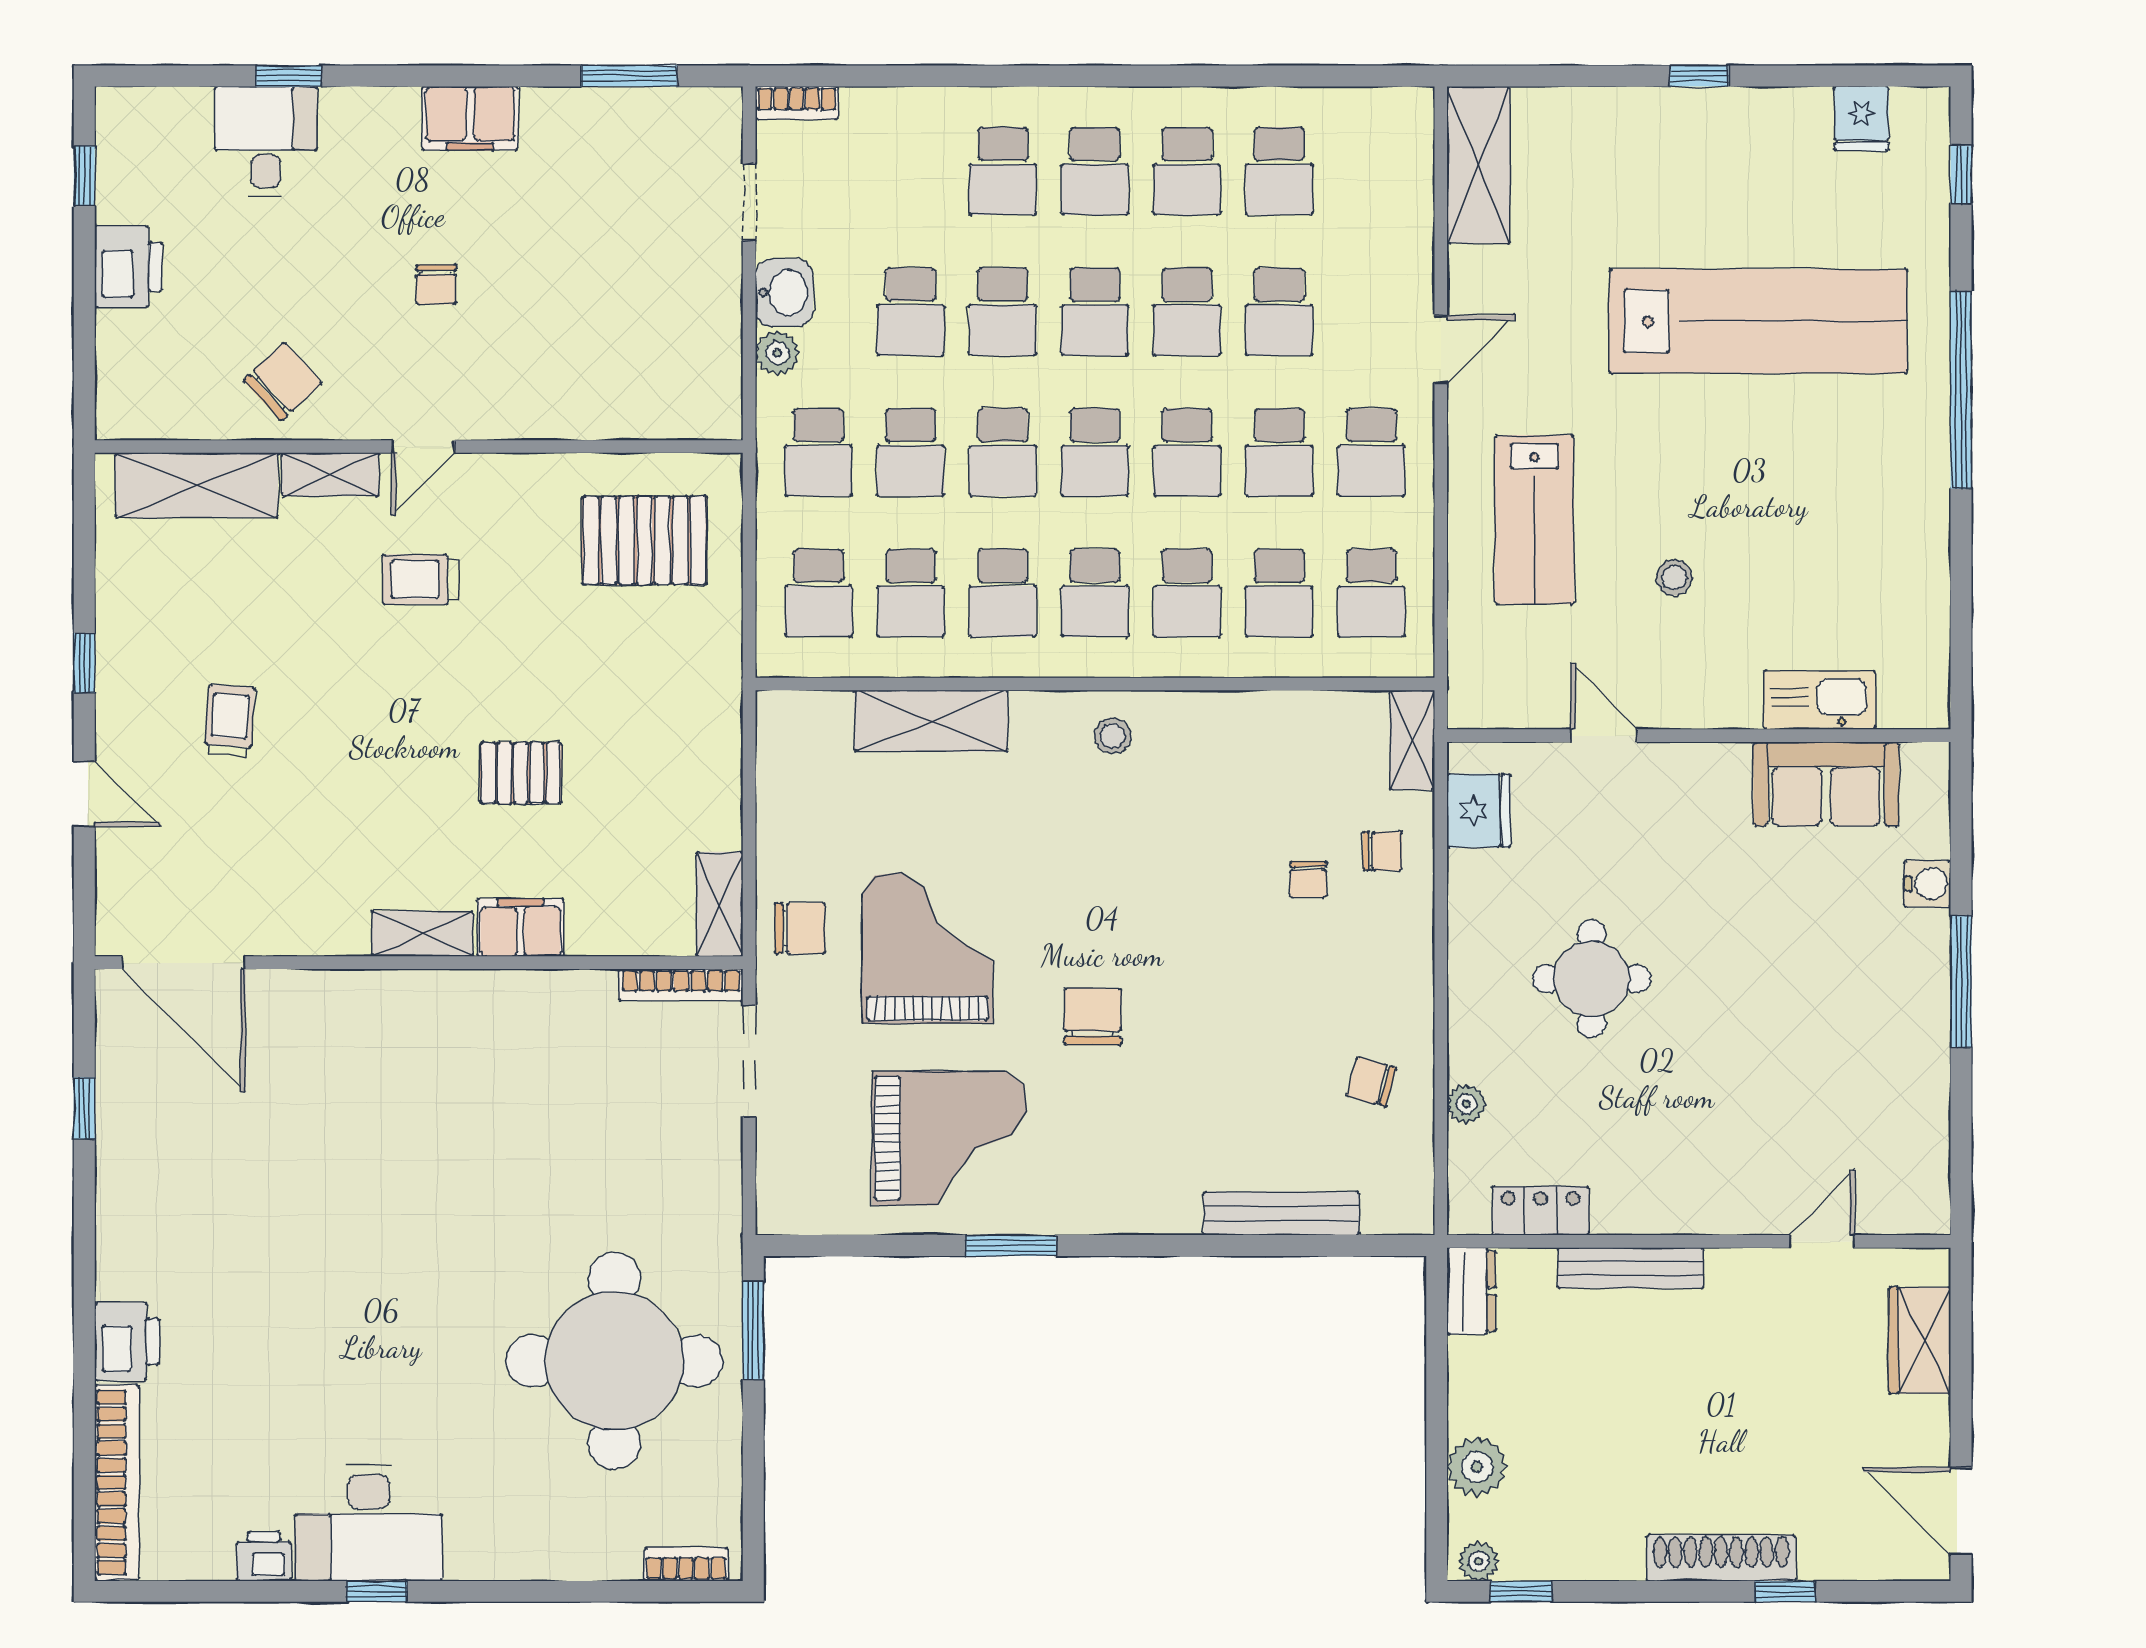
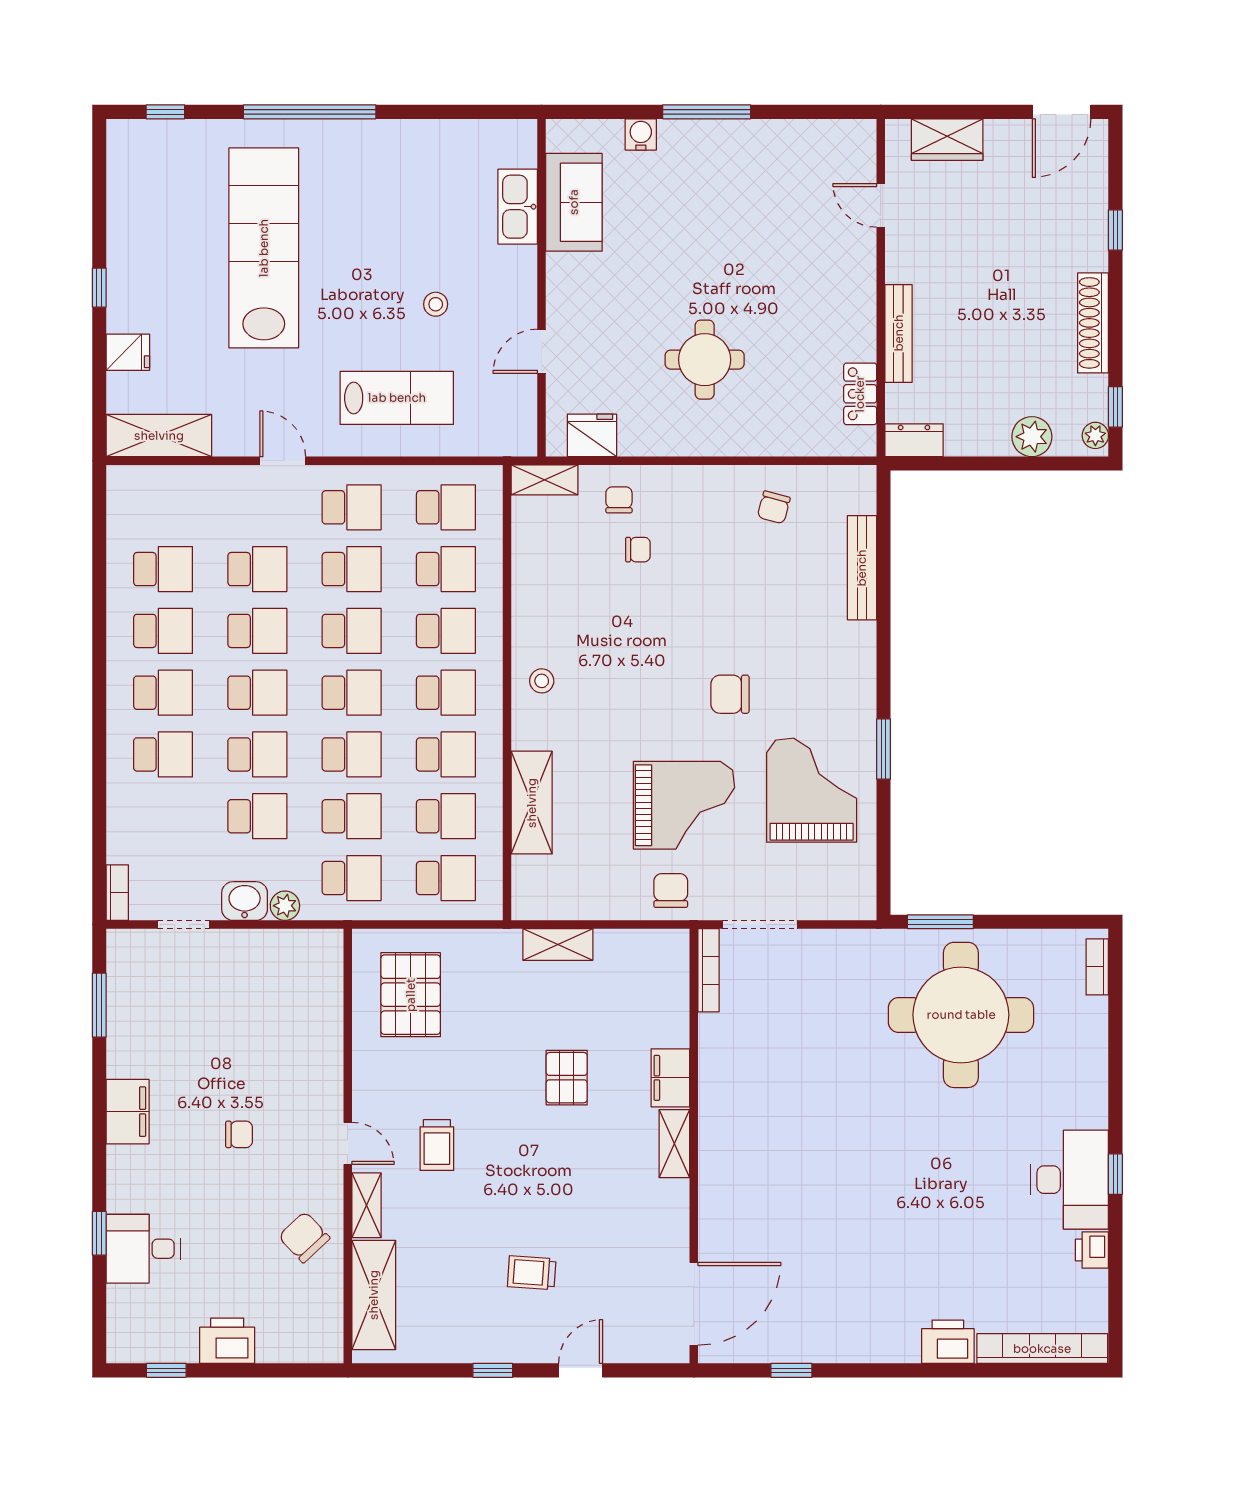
fridge: (1861, 119) -> (128, 352), moved
shelving: (719, 904) -> (558, 944), moved
grand piano: (927, 948) -> (684, 805), turned 180
plant: (1466, 1104) -> (789, 444), removed
shoe rack: (1721, 1558) -> (1093, 323), moved

